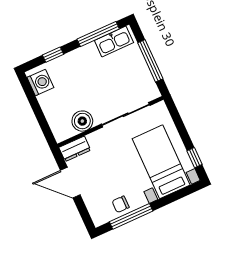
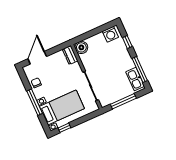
boiler: (82, 121) -> (81, 47), moved
door: (70, 183) -> (37, 58), moved
window: (131, 216) -> (35, 102), moved

